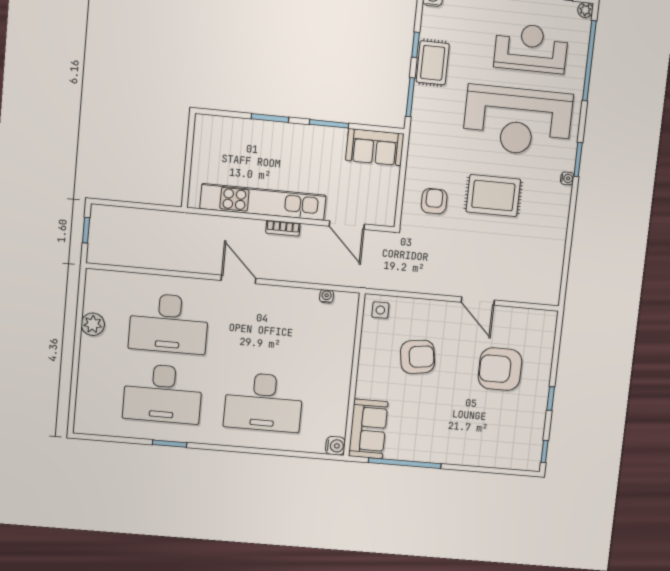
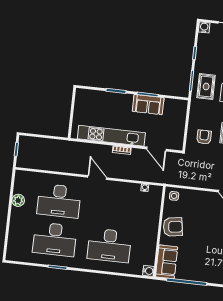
rug: (433, 63) -> (206, 87), moved
sofa: (375, 147) -> (148, 105), moved
armchair: (418, 357) -> (173, 227), moved

